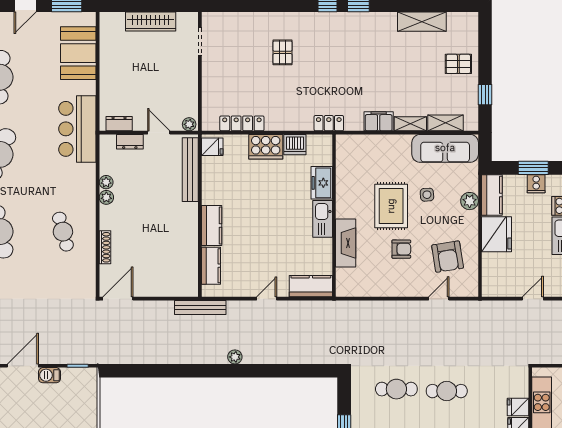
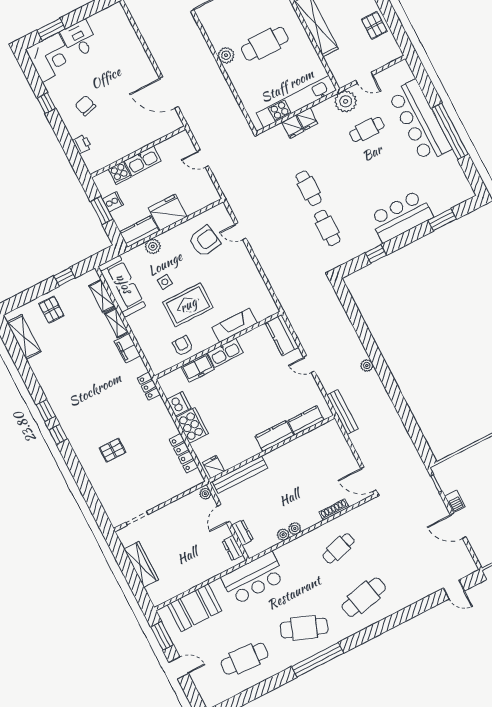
shelving: (422, 22) -> (24, 337), moved
armchair: (401, 249) -> (183, 346), moved

